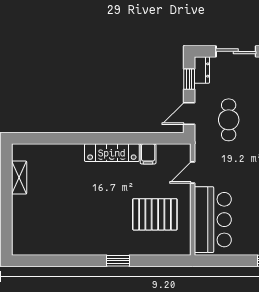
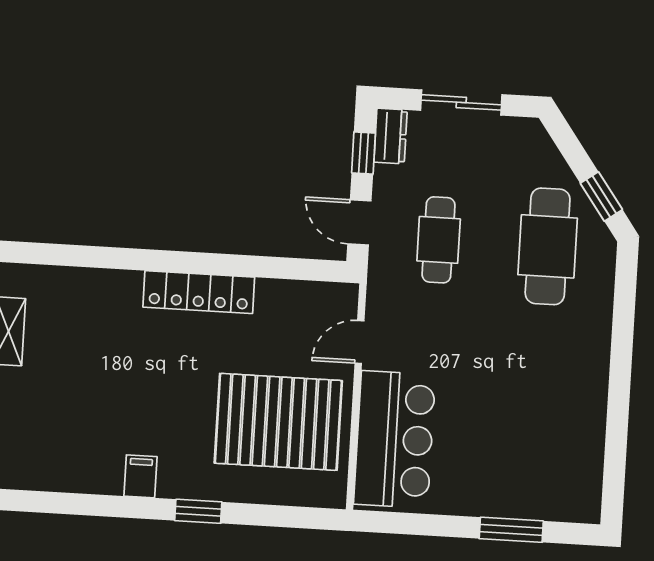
door: (189, 114) -> (359, 222), hinge flipped
filing cabinet: (148, 154) -> (141, 476), moved, turned 180
pallet: (155, 214) -> (278, 422), width x1.37, depth x1.41

